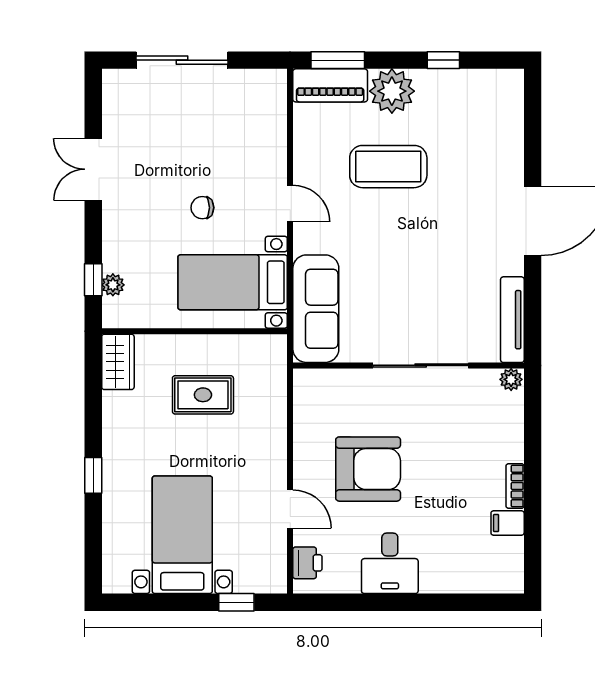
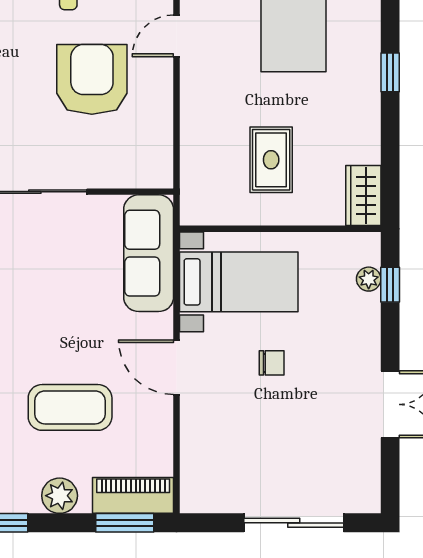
plant: (392, 91) -> (60, 496), width x0.73, depth x0.73
door: (290, 204) -> (177, 367), width x1.38
rug: (203, 395) -> (271, 160), turned 90
armchair: (368, 469) -> (92, 79), turned 90
door: (290, 509) -> (177, 36), hinge flipped

